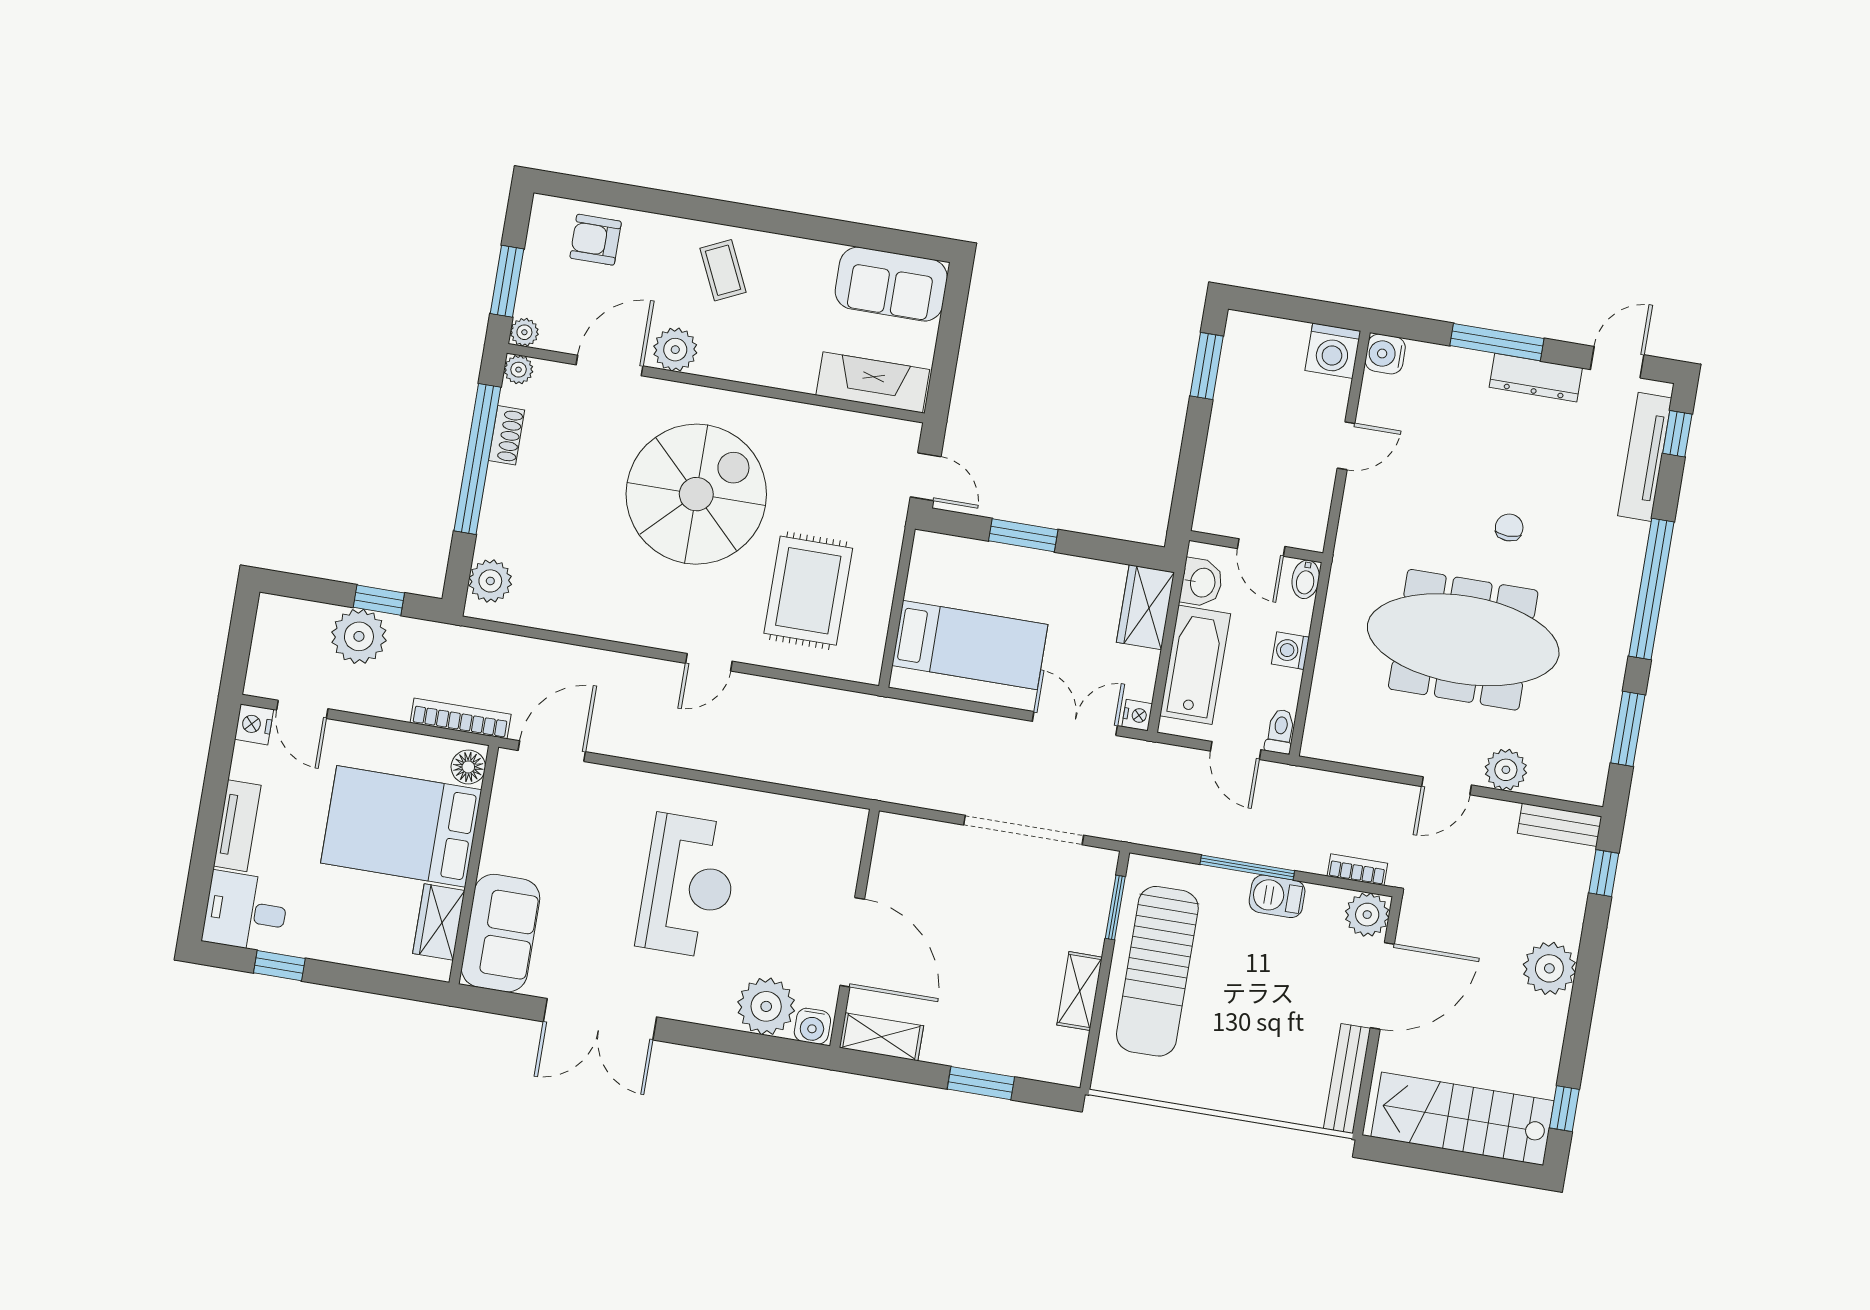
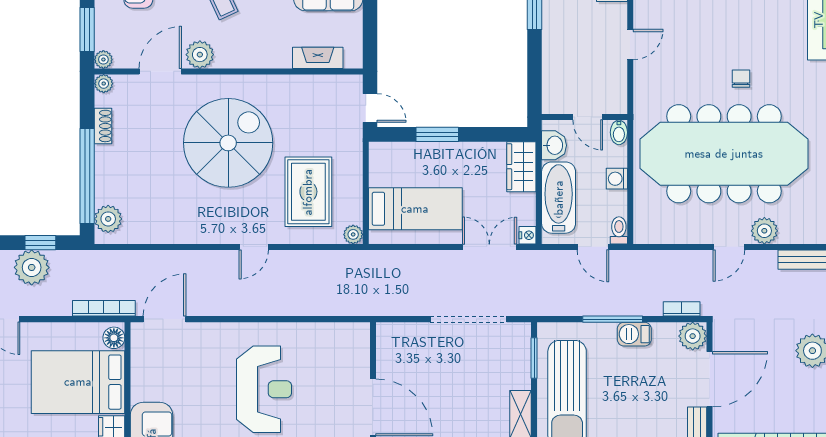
fireplace: (873, 382) -> (318, 58), width x0.73, depth x0.76
window: (477, 459) -> (87, 176), moved
meeting table: (1463, 640) -> (724, 154), width x1.36, depth x1.27
plant: (867, 669) -> (353, 234), added

